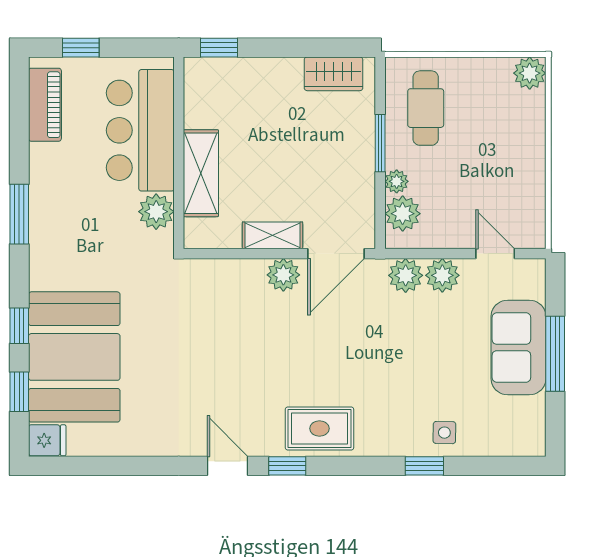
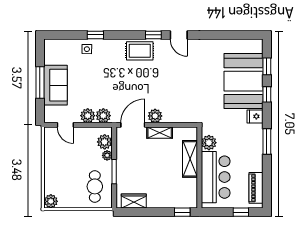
fridge: (47, 440) -> (255, 116), moved

